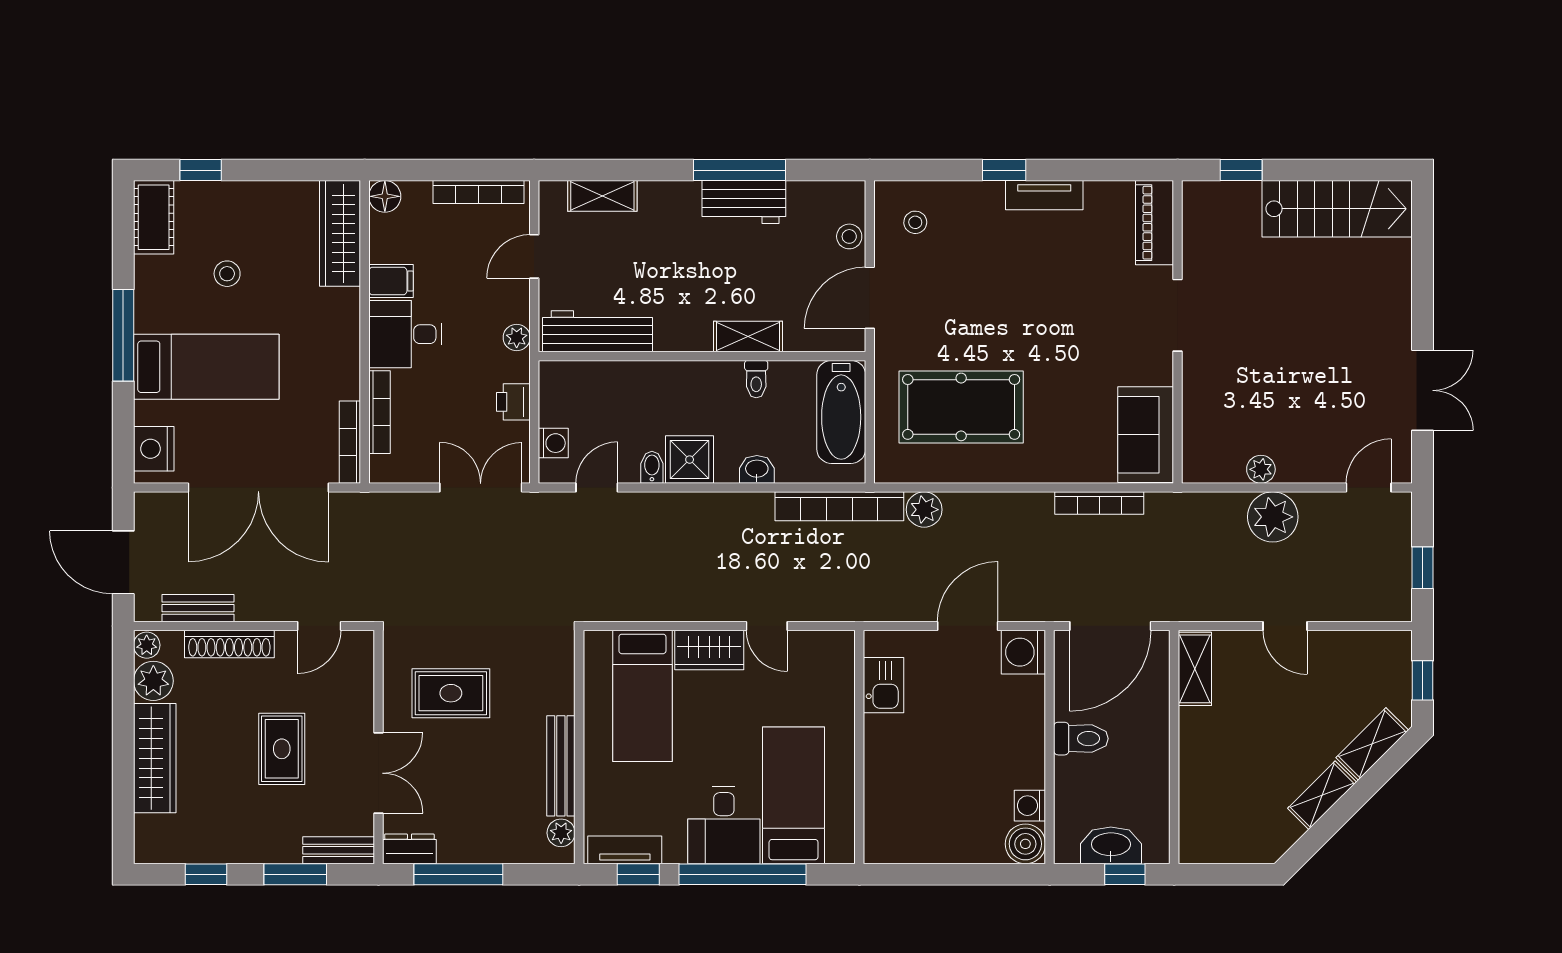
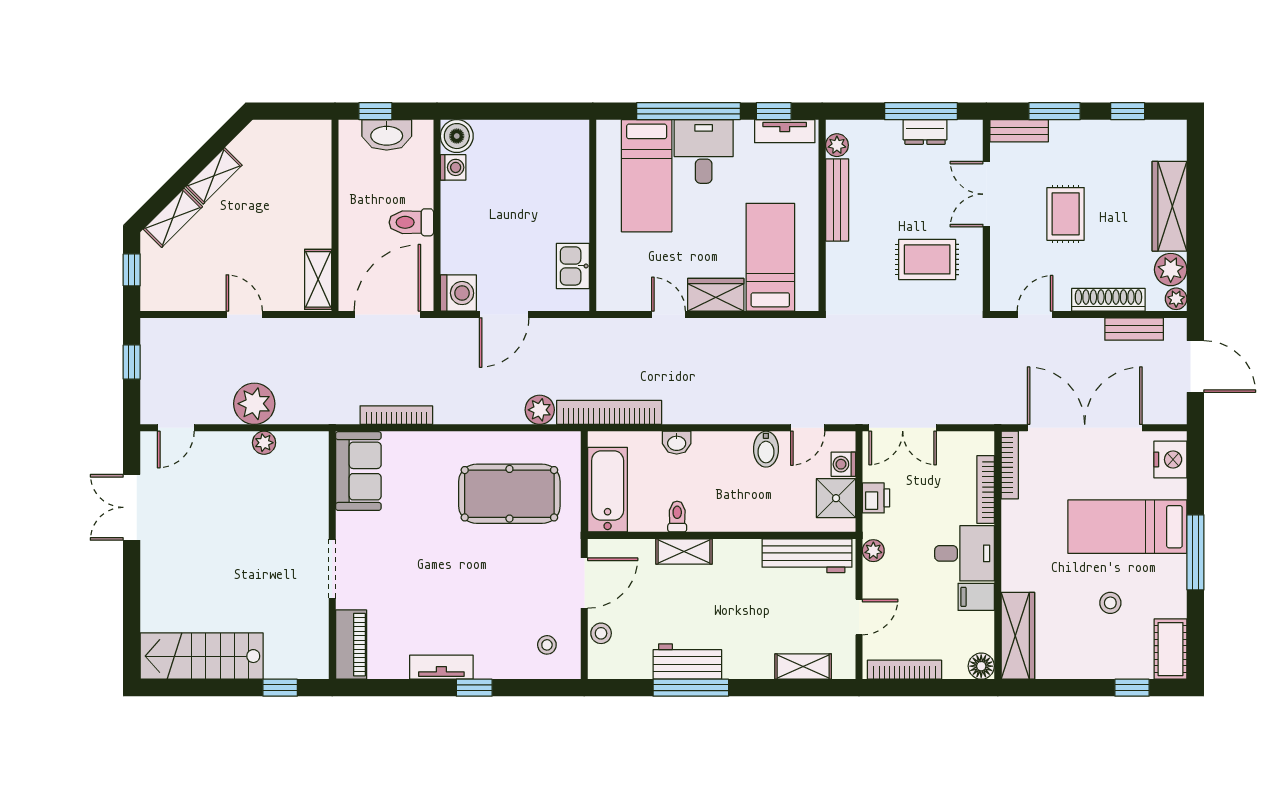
shower: (690, 460) -> (836, 498), moved
bidet: (652, 467) -> (766, 449), width x1.38, depth x1.36
dresser: (409, 849) -> (925, 132), moved

